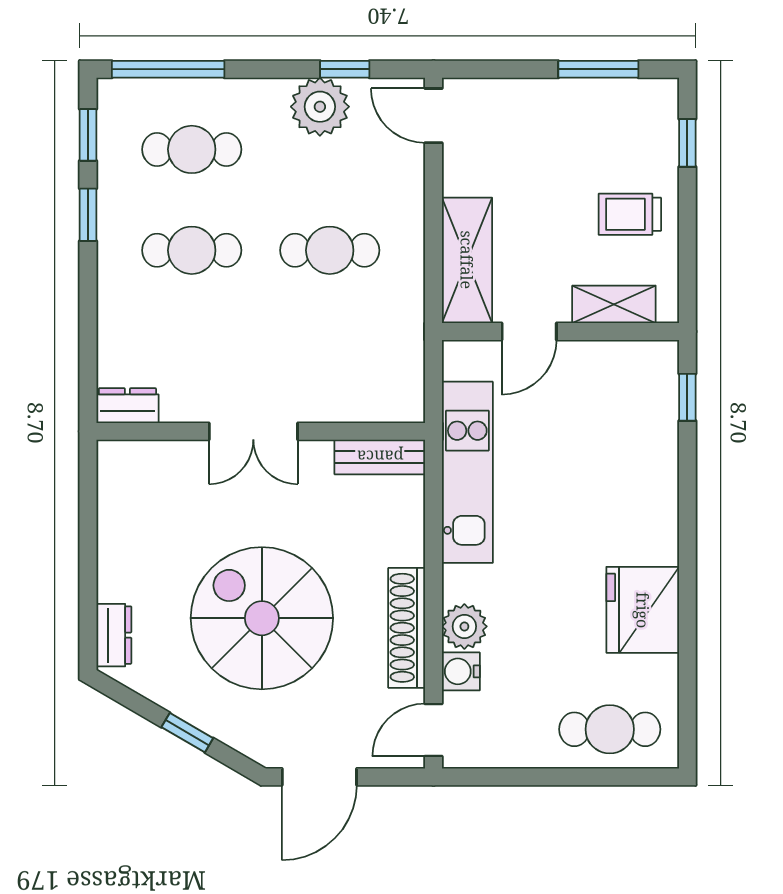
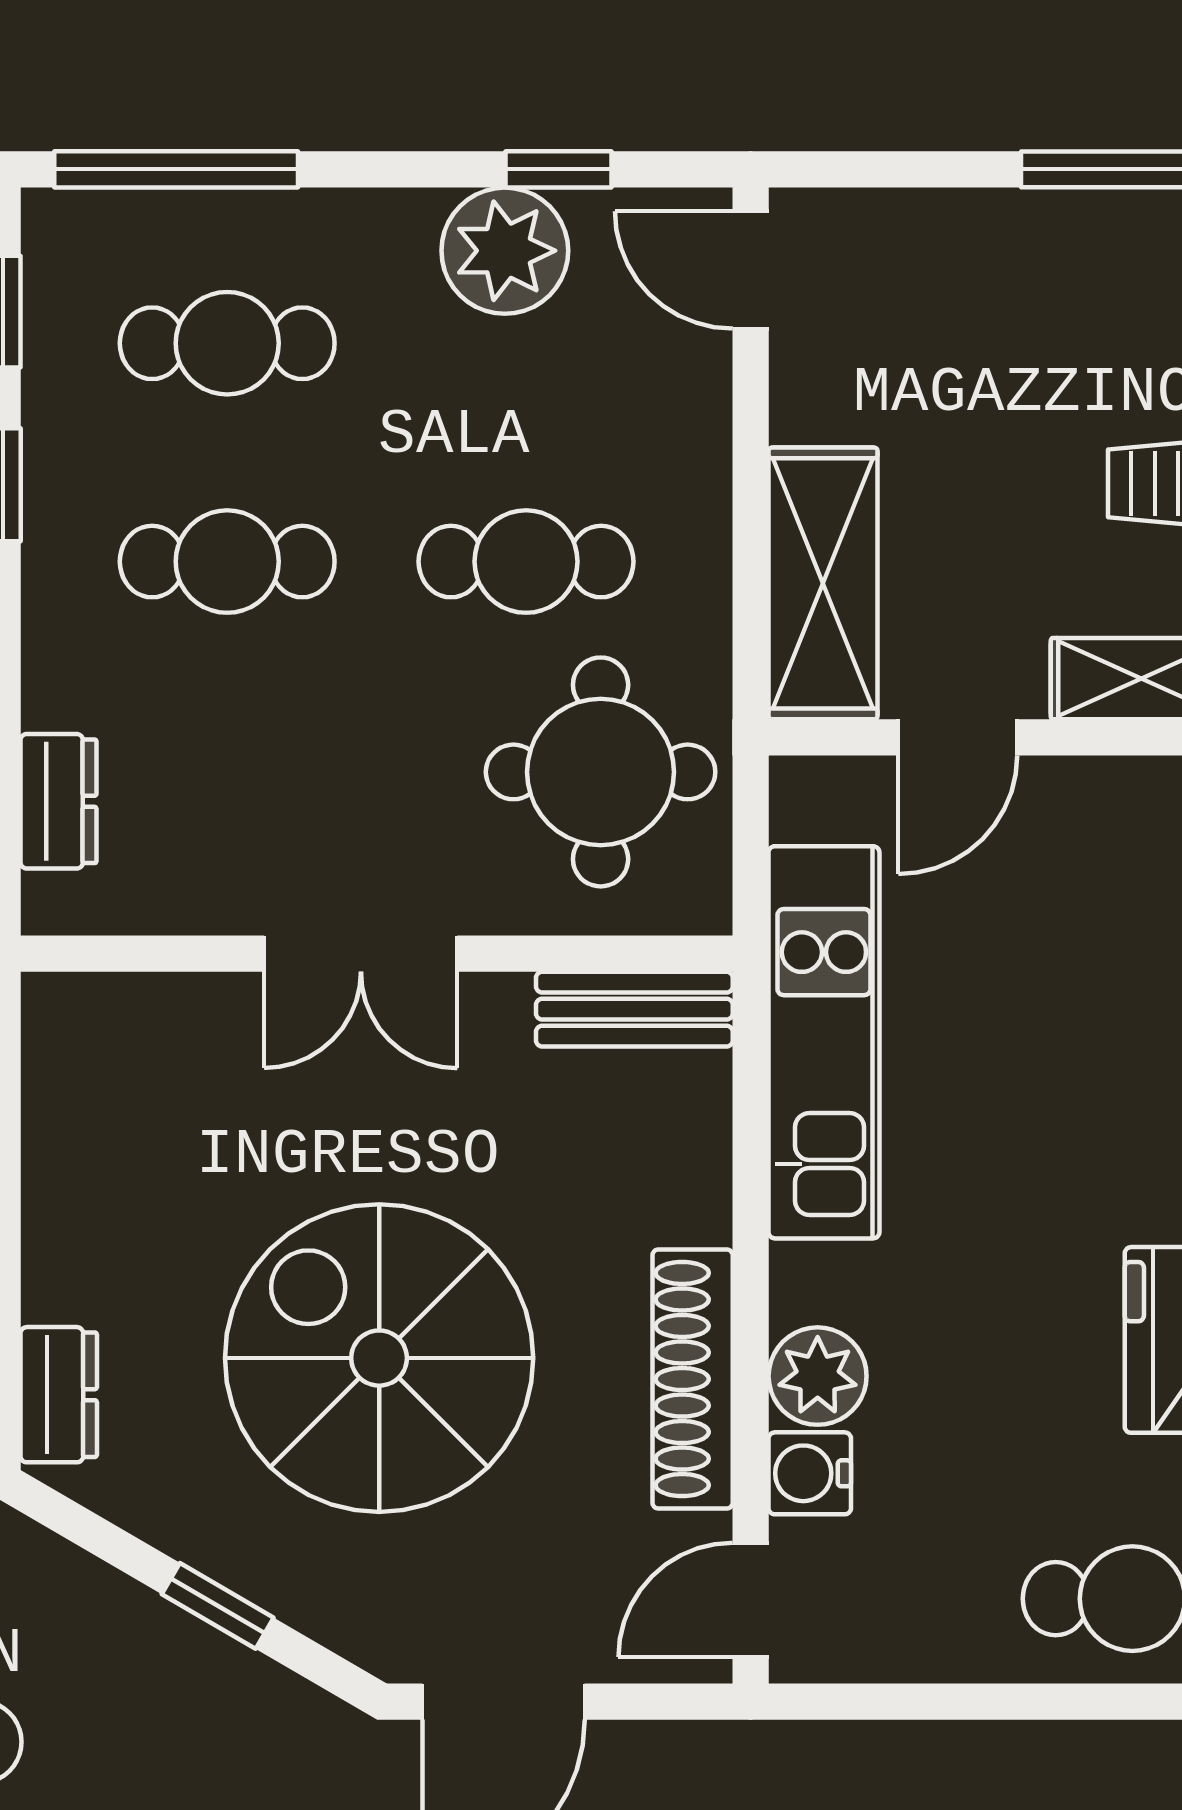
round table: (364, 347) -> (601, 772), added
dresser: (127, 406) -> (58, 801), moved, turned 90

